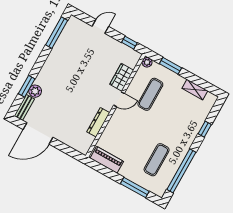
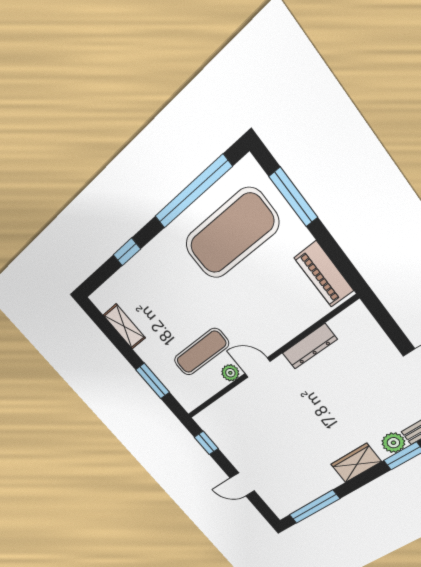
plant: (147, 62) -> (230, 373), moved
wardrobe: (122, 77) -> (356, 463), moved, turned 180
exercise mat: (157, 160) -> (232, 234), width x2.00, depth x1.45

